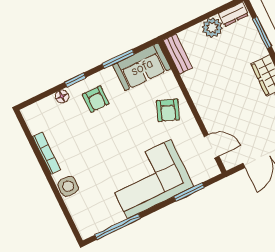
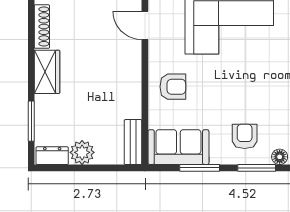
window: (75, 80) -> (257, 168), width x1.50
armchair: (168, 110) -> (173, 87), turned 69

